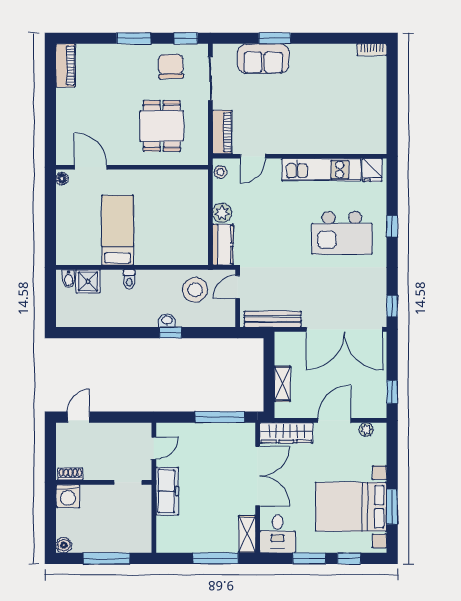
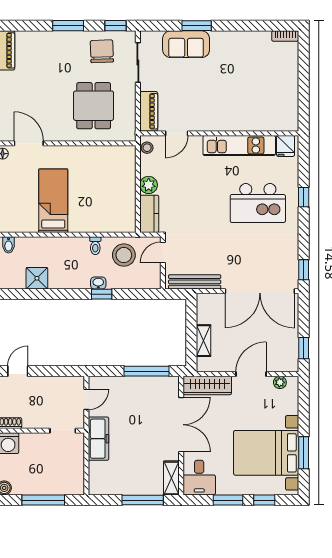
toilet: (129, 279) -> (95, 246), moved
shower: (88, 281) -> (37, 278), moved

